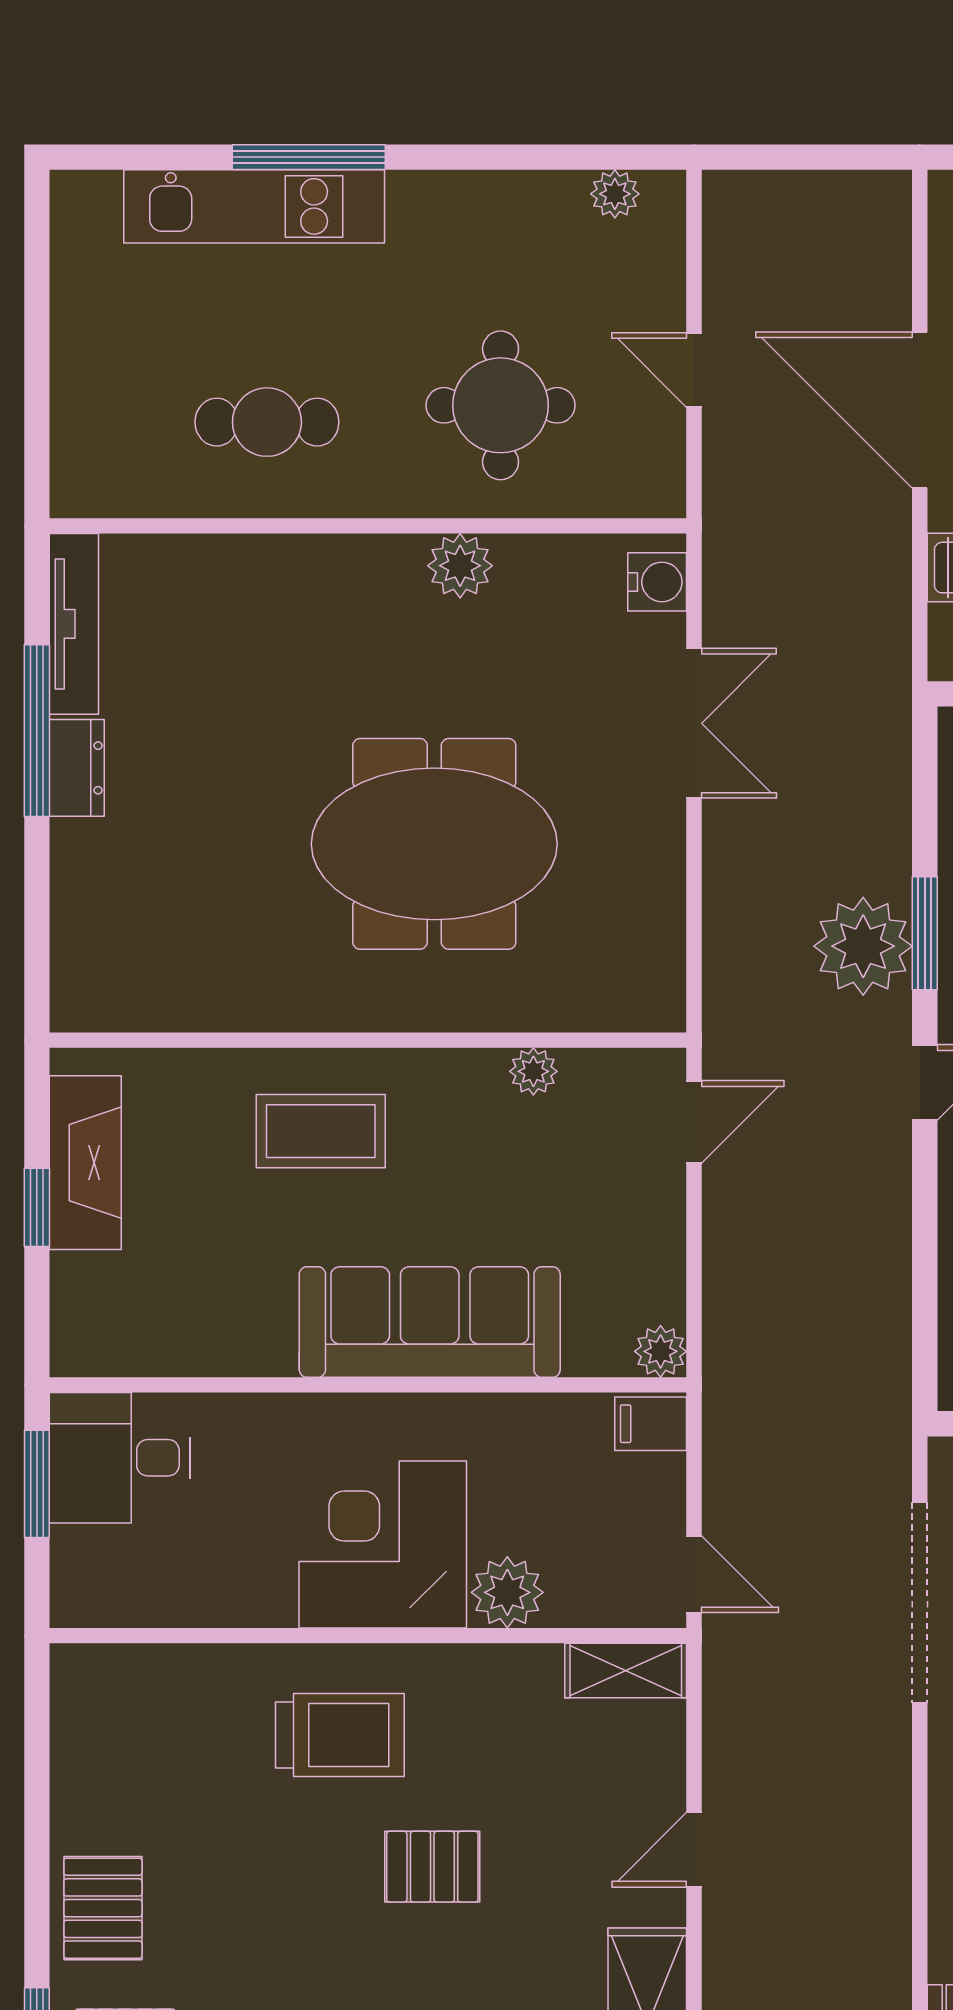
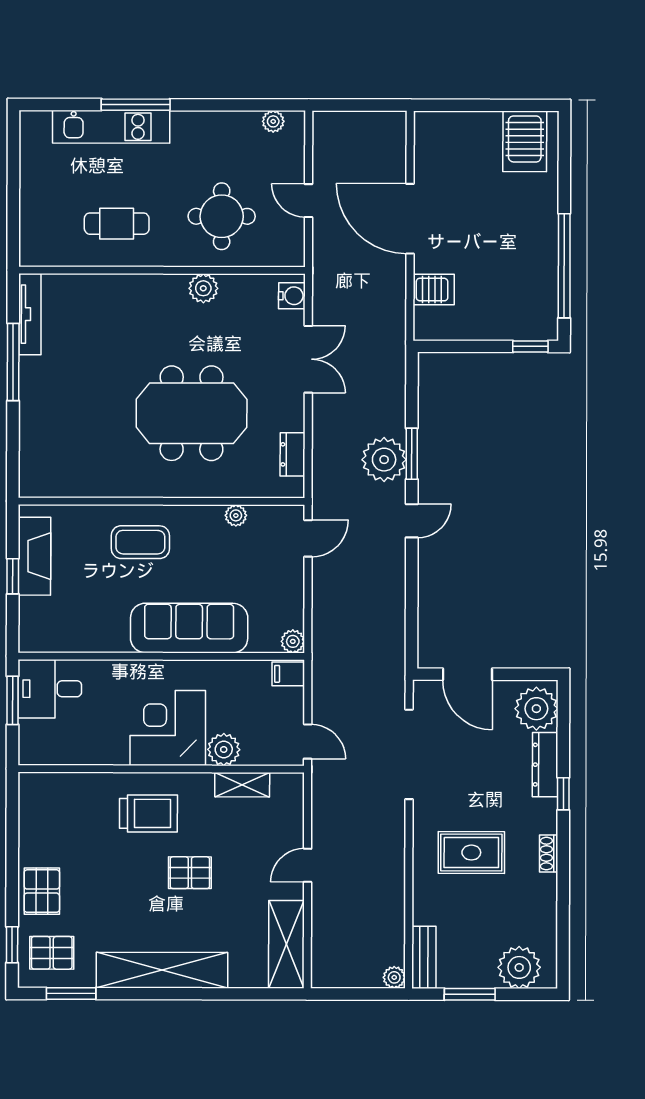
dresser: (77, 768) -> (292, 454), moved, turned 180
shelving: (626, 1671) -> (242, 785), moved

